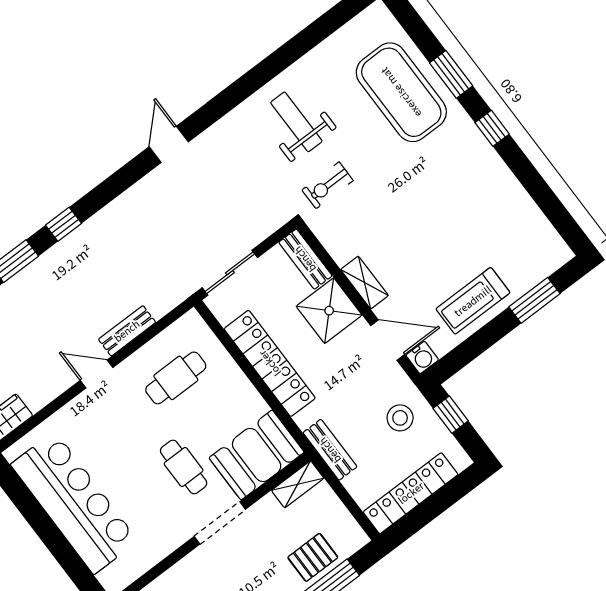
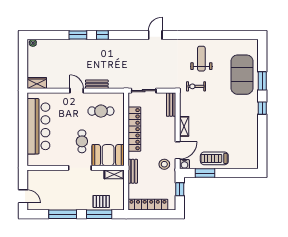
window: (534, 300) -> (205, 173), moved
shower: (329, 311) -> (166, 127), removed
door: (388, 340) -> (178, 150), hinge flipped
stool: (400, 418) -> (164, 164), moved

